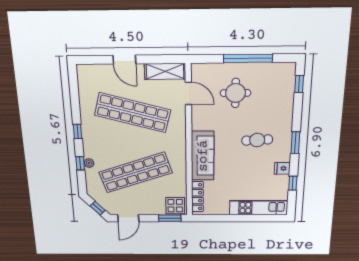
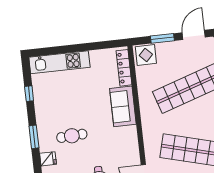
sofa: (203, 156) -> (123, 106), width x0.73
fridge: (282, 168) -> (48, 159), moved
window: (170, 218) -> (162, 38), moved

